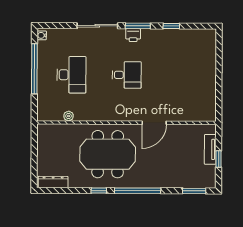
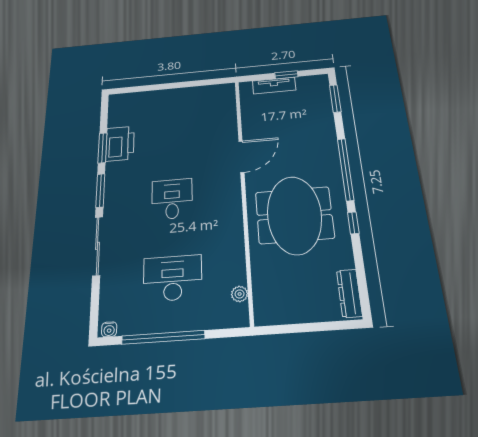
window: (171, 26) -> (102, 148), width x1.50
printer: (133, 35) -> (120, 144), moved, width x1.87, depth x1.48
plant: (69, 116) -> (240, 294), moved
door: (154, 123) -> (241, 157), hinge flipped

